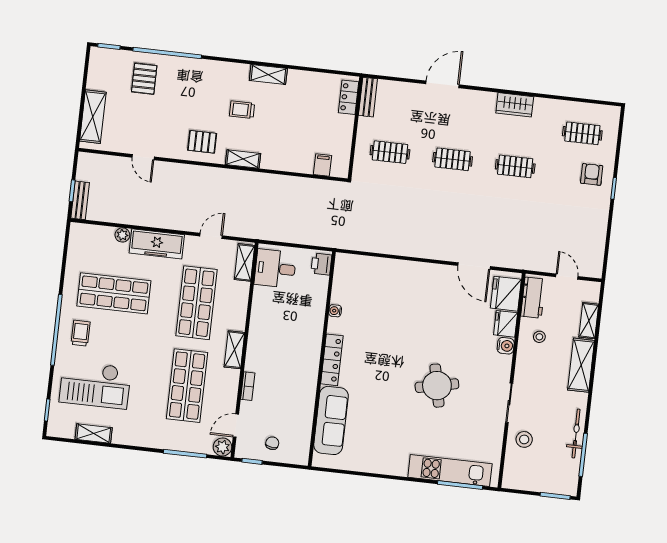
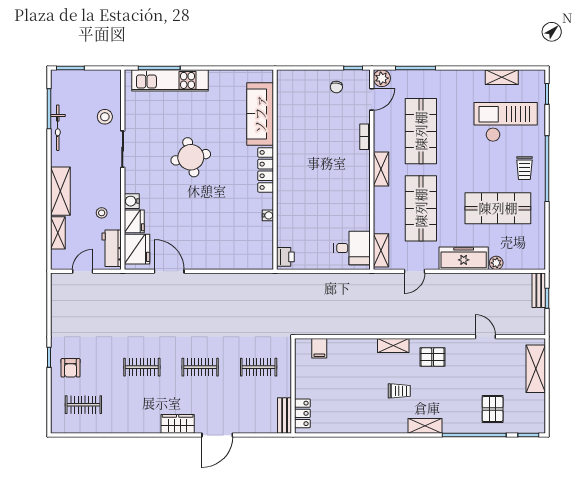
shelving: (268, 75) -> (425, 426), moved
wardrobe: (515, 105) -> (178, 424), moved
printer: (321, 264) -> (285, 257), moved
door: (567, 277) -> (83, 271), swing flipped
water cooler: (335, 311) -> (268, 215), moved
wall: (322, 359) -> (275, 170), moved
locker: (332, 360) -> (266, 170), moved
sofa: (331, 420) -> (260, 114), moved

